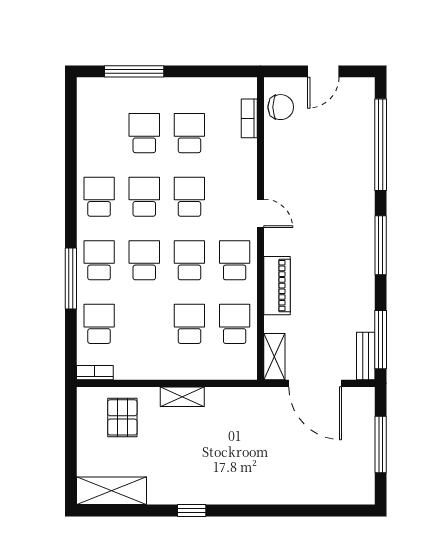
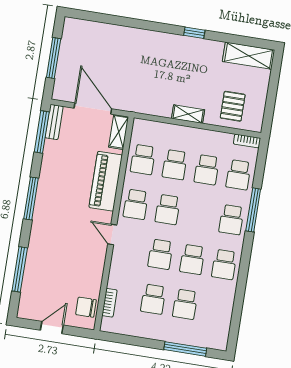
window: (381, 145) -> (20, 269), width x0.68
school desk: (144, 260) -> (207, 170), moved
piano: (277, 286) -> (106, 181), width x1.37, depth x1.33

